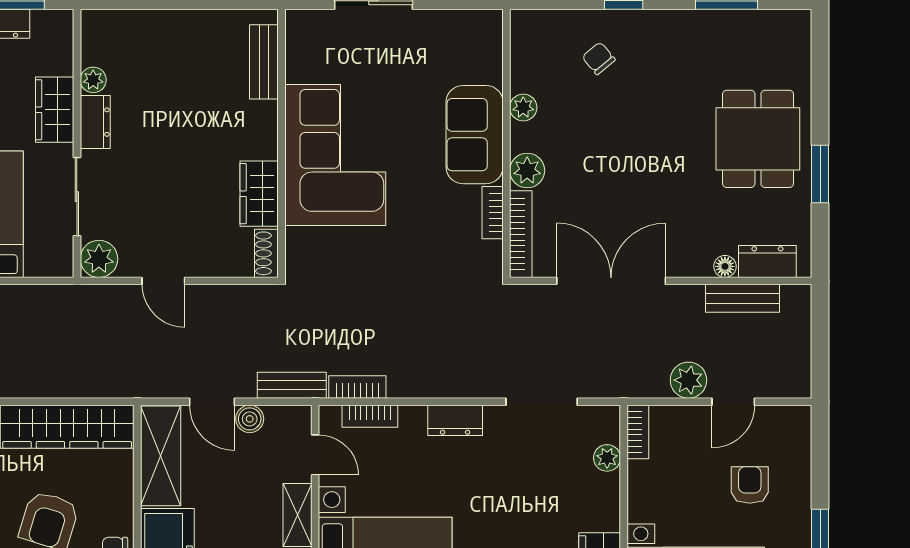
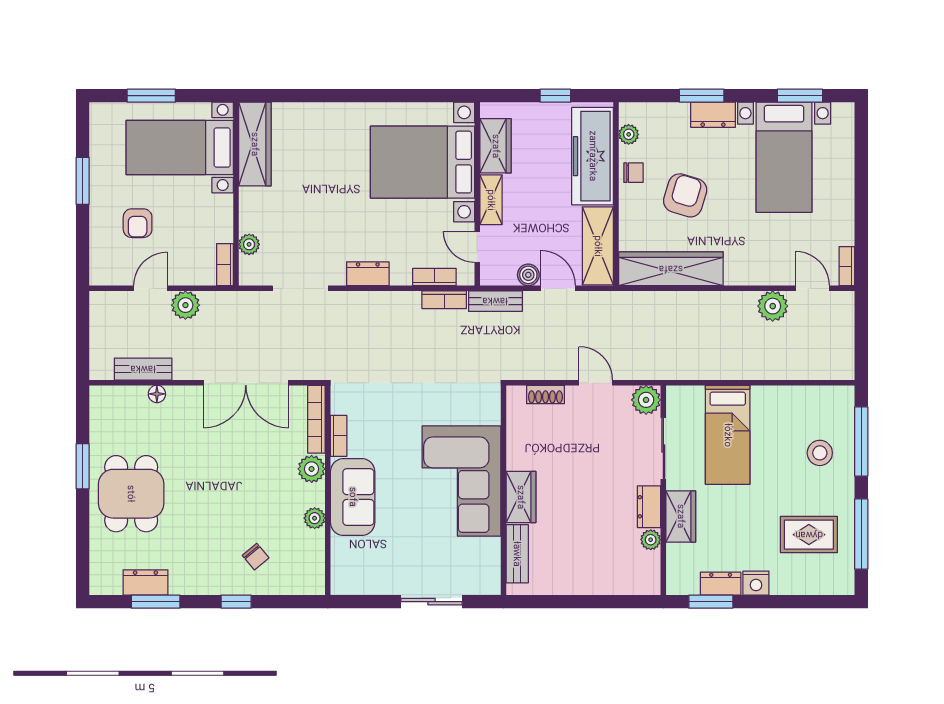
wardrobe: (259, 194) -> (521, 497), moved
shoe rack: (266, 253) -> (545, 394), moved, turned 90
dresser: (767, 261) -> (145, 582), moved, turned 180

